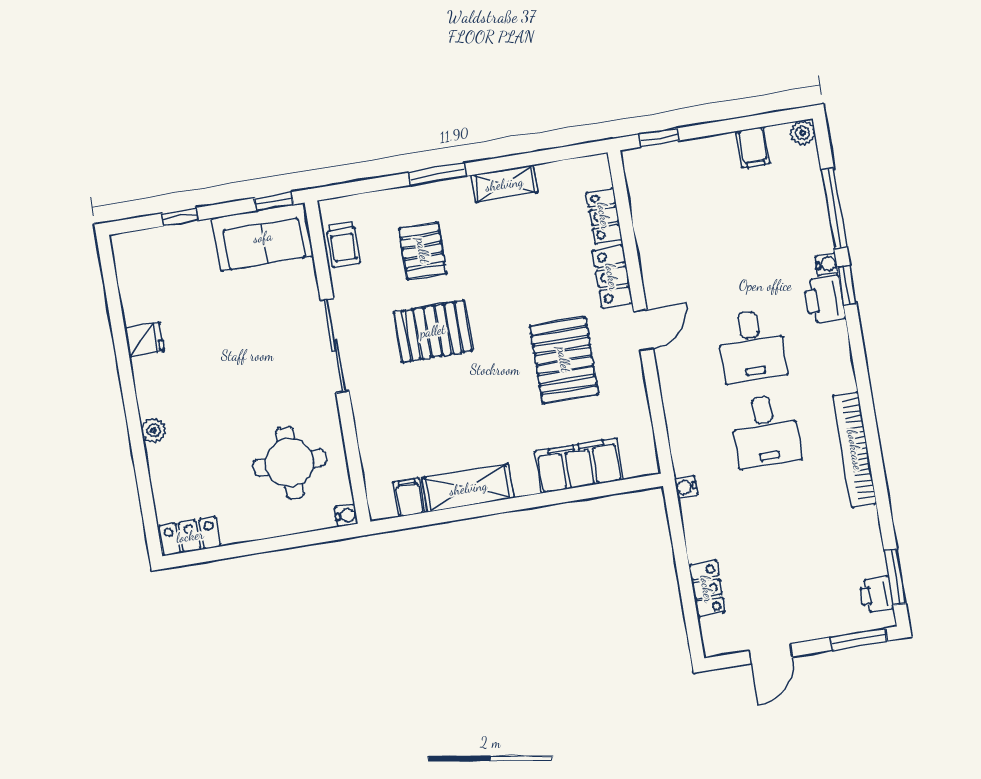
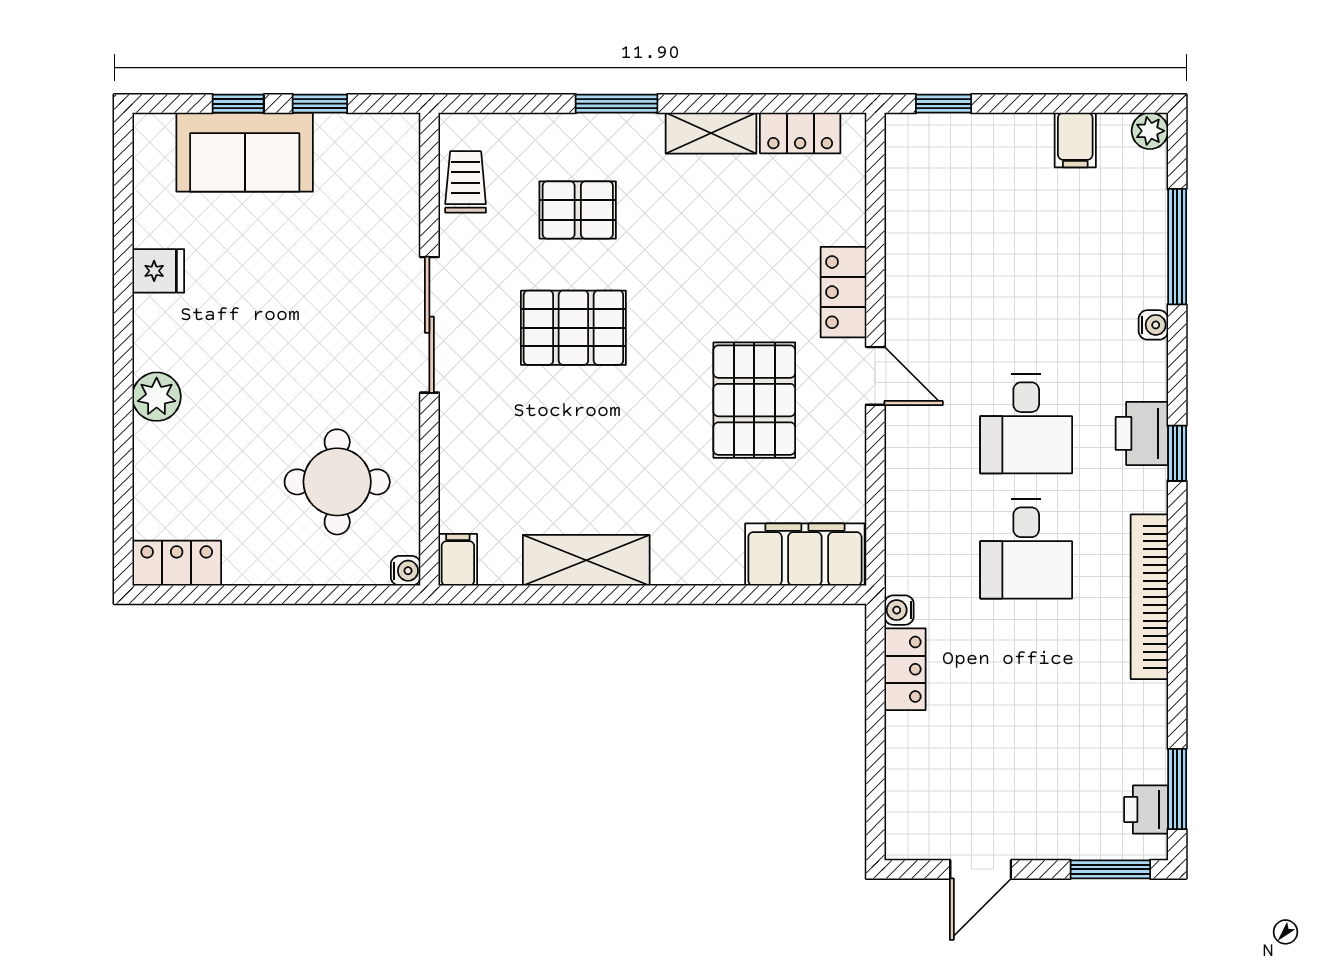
window: (274, 201) -> (320, 104), moved
locker: (604, 216) -> (800, 133), moved, turned -90
sofa: (263, 237) -> (245, 152), moved
trolley: (343, 244) -> (466, 182), turned 180
pallet: (423, 251) -> (578, 210), turned 90
window: (847, 285) -> (1177, 453), moved
printer: (825, 300) -> (1142, 433), moved
door: (644, 330) -> (875, 376), hinge flipped
plant: (154, 430) -> (157, 397), width x1.38, depth x1.38
filing cabinet: (579, 466) -> (805, 555), moved
filing cabinet: (409, 497) -> (458, 560), moved
locker: (707, 589) -> (905, 669), moved

